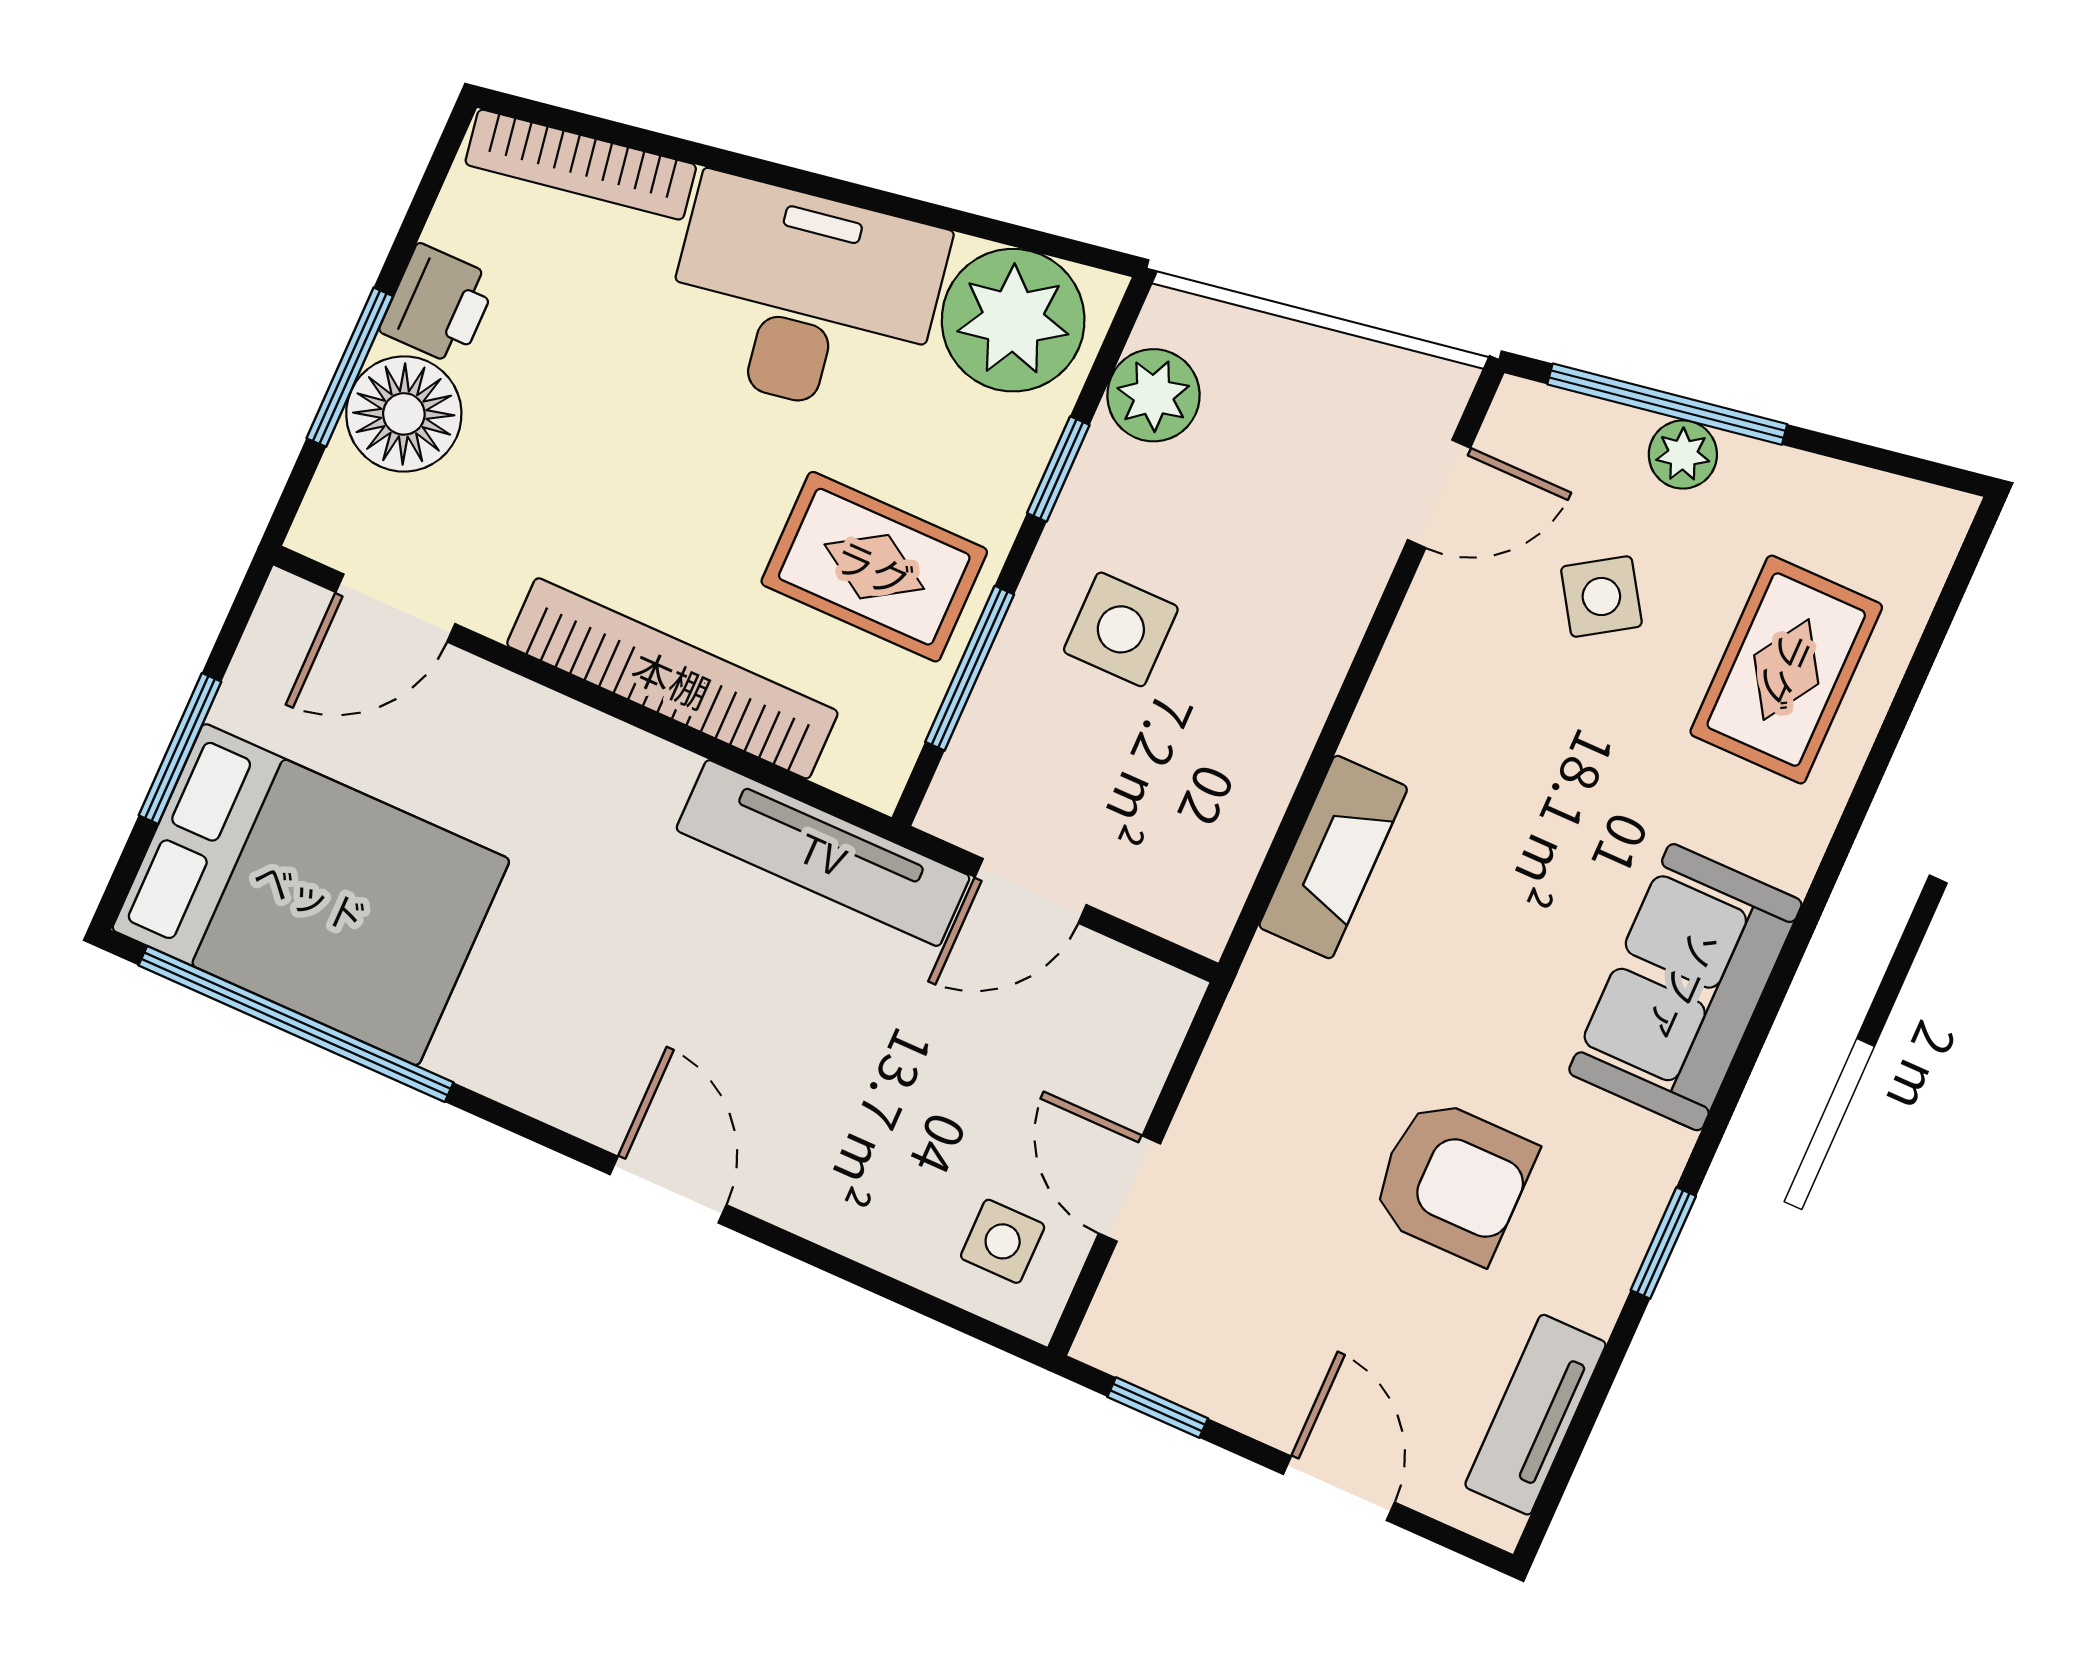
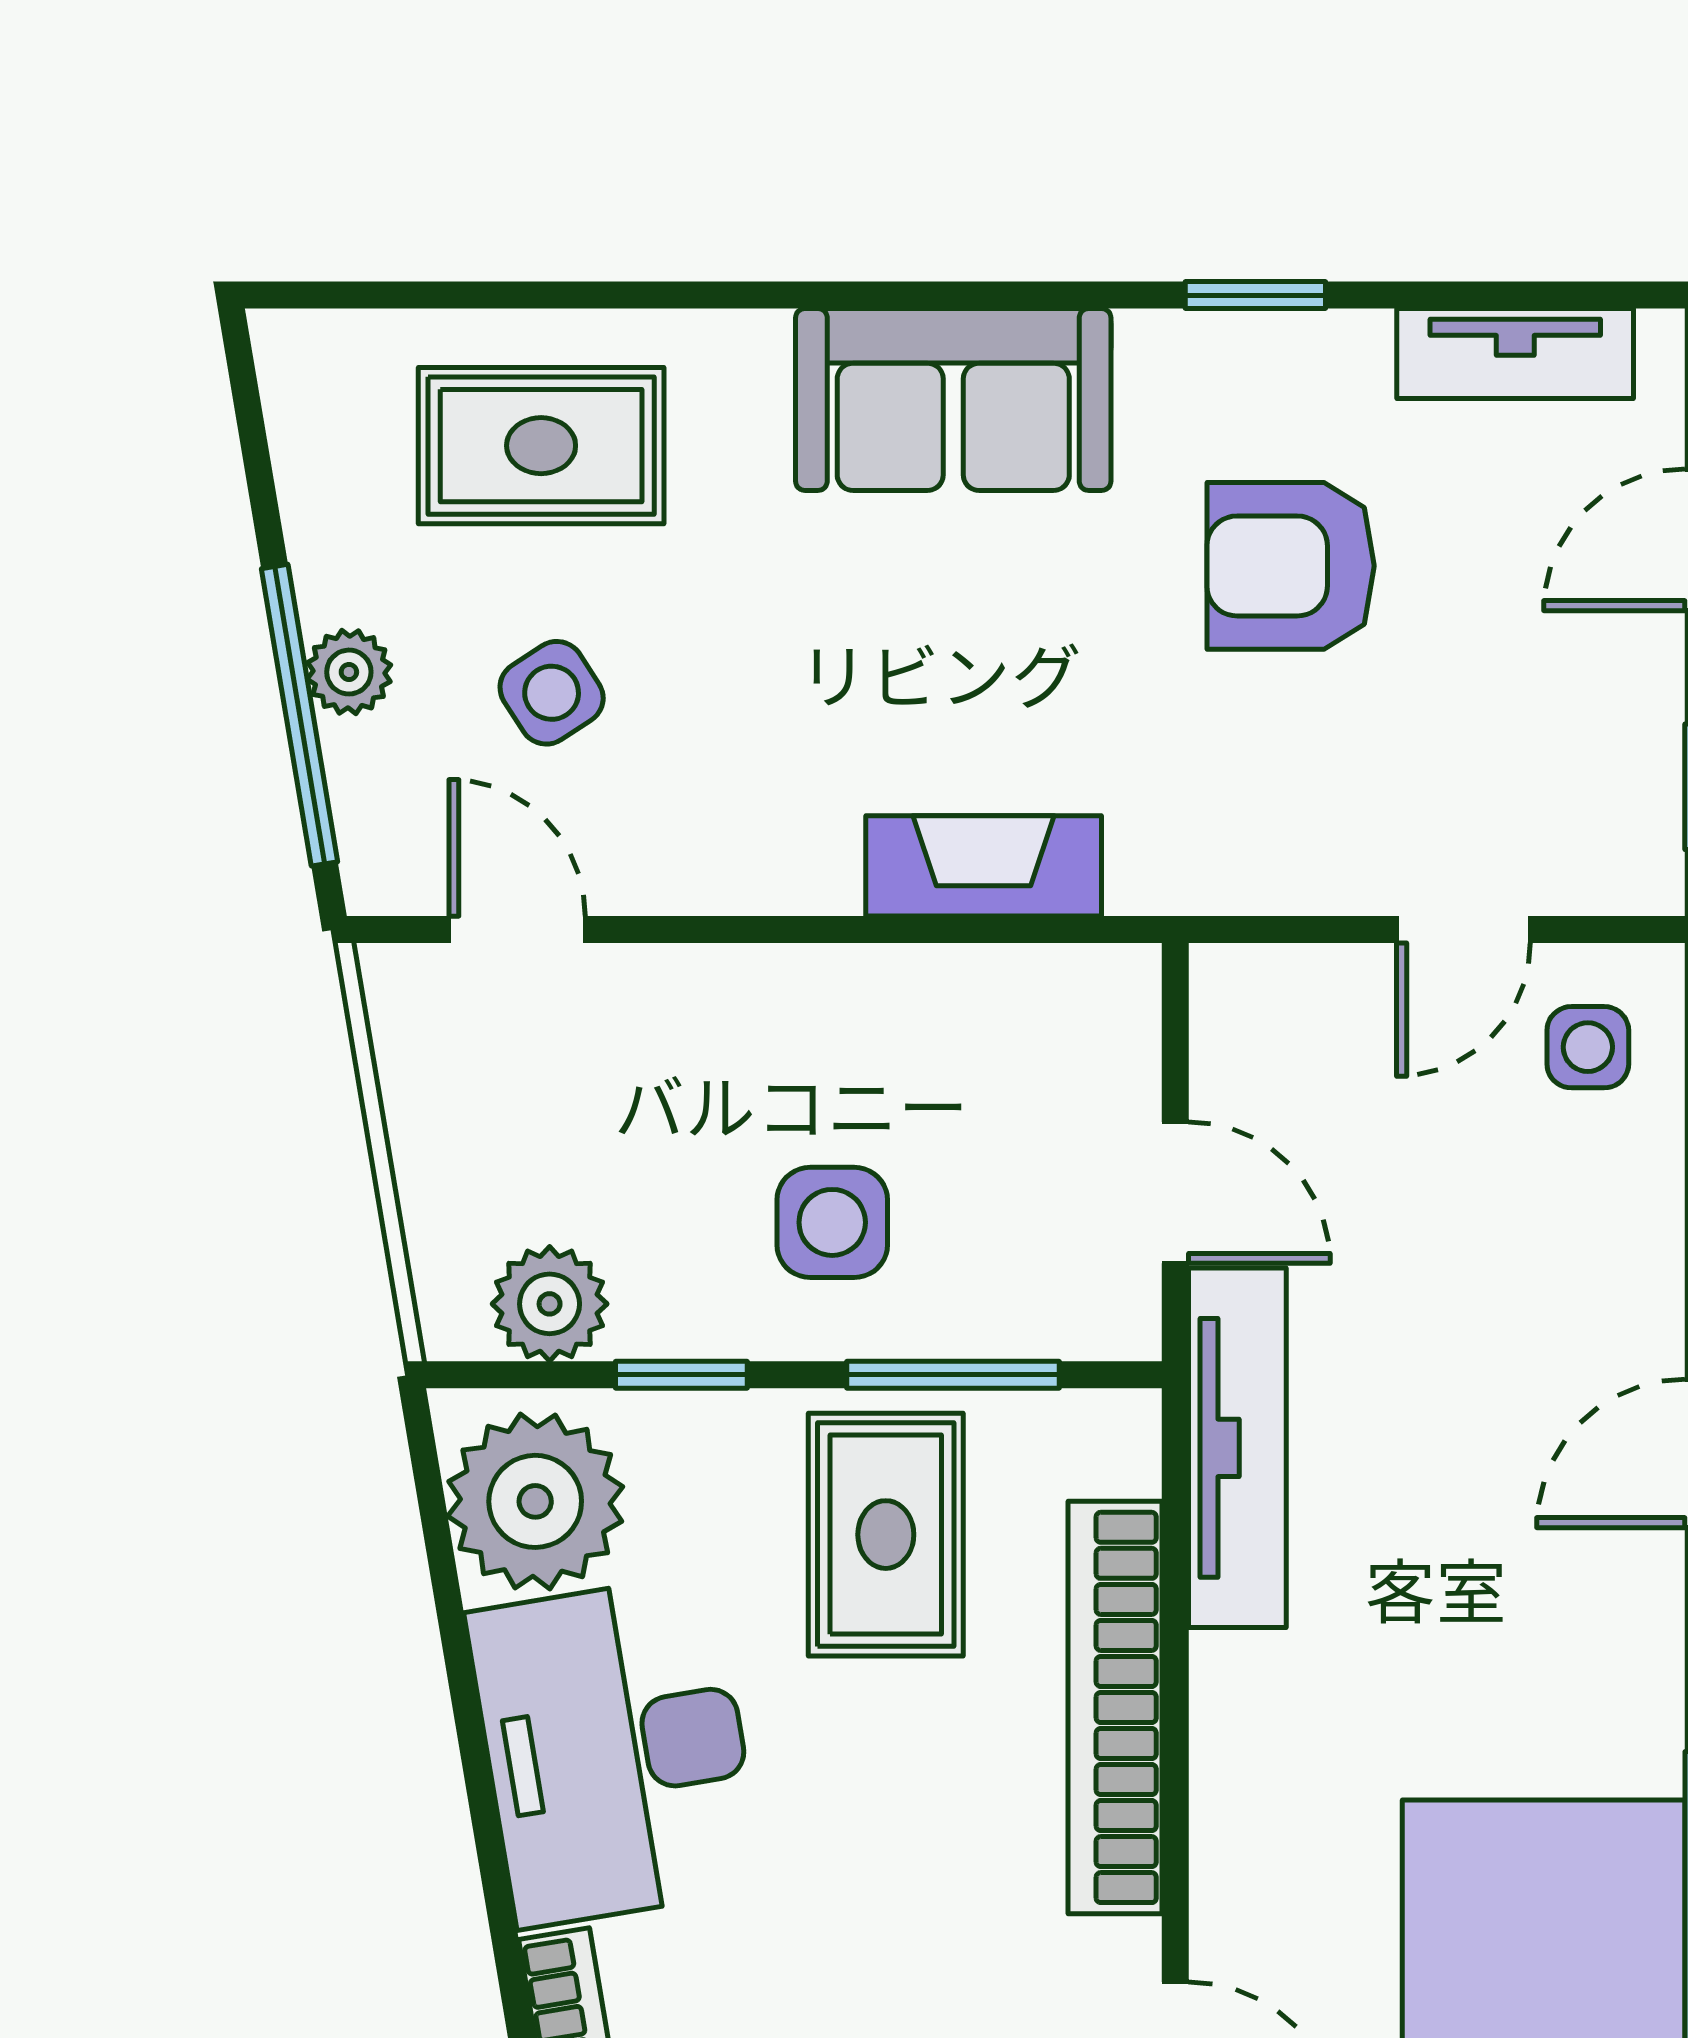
armchair: (1453, 1180) -> (1291, 566), turned -90

